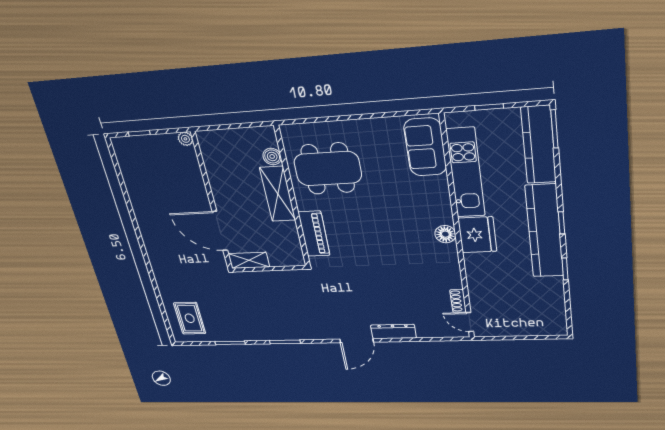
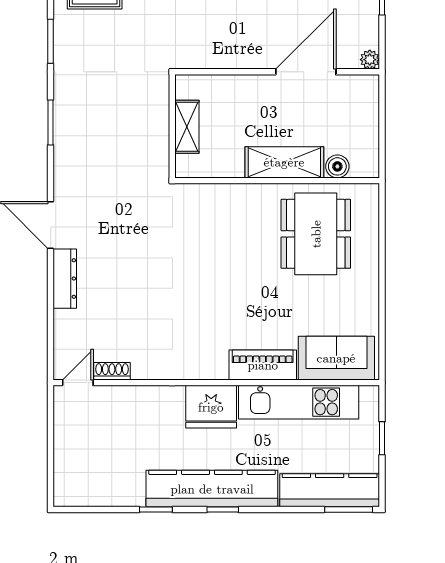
door: (220, 231) -> (306, 72), moved
piano: (314, 234) -> (263, 365), moved, turned 180
floor lamp: (445, 234) -> (214, 367), removed
shelving: (249, 260) -> (187, 127), moved

